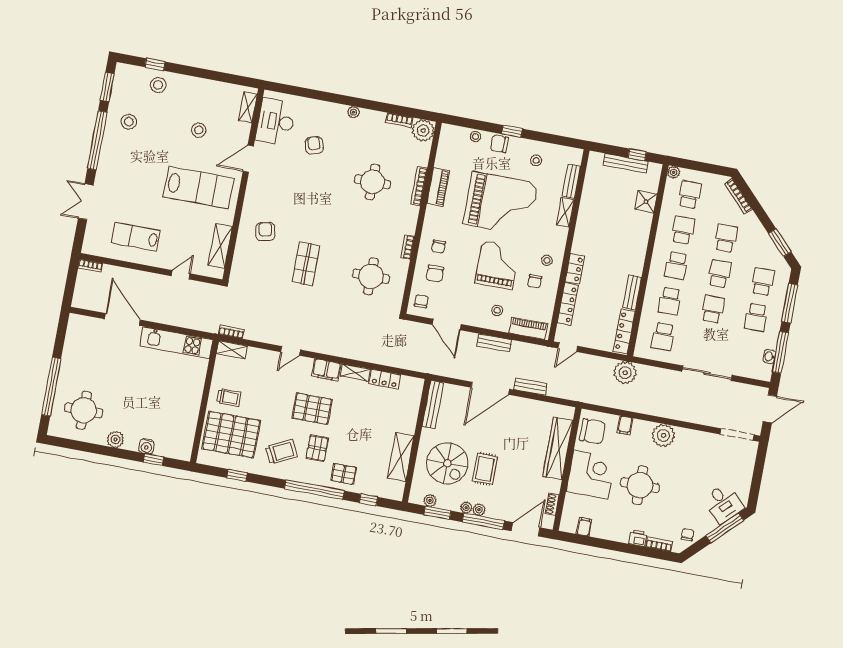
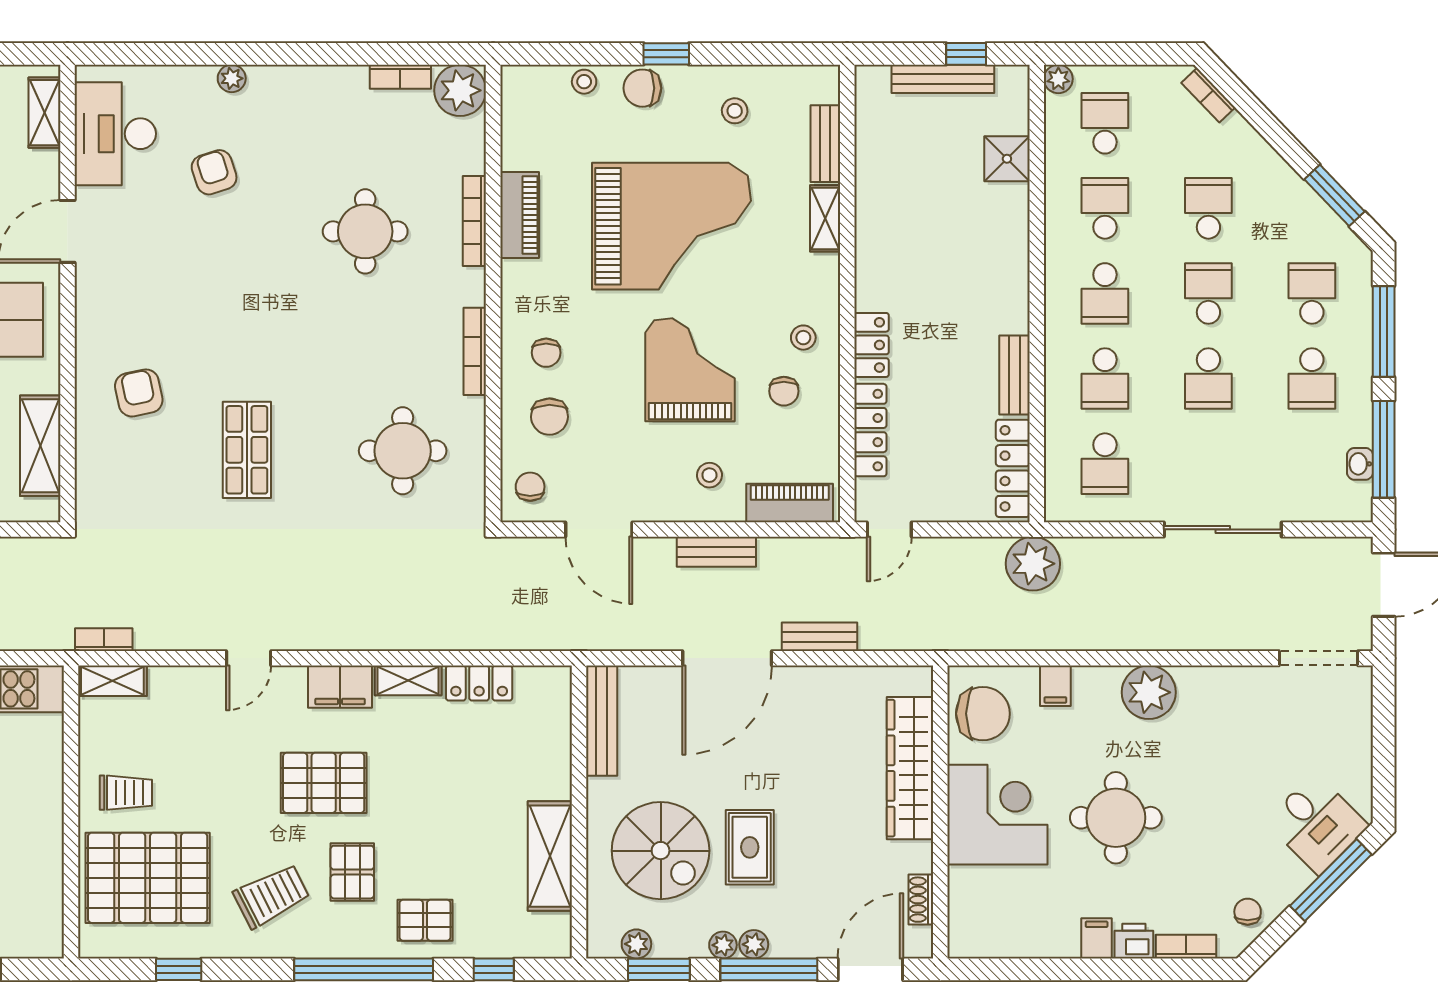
plant: (353, 112) -> (232, 78), moved
bookcase: (738, 196) -> (1208, 95), width x0.64
bookcase: (408, 247) -> (475, 351), width x1.56
school desk: (713, 309) -> (1208, 379), turned 180
filing cabinet: (584, 527) -> (1097, 938), moved

